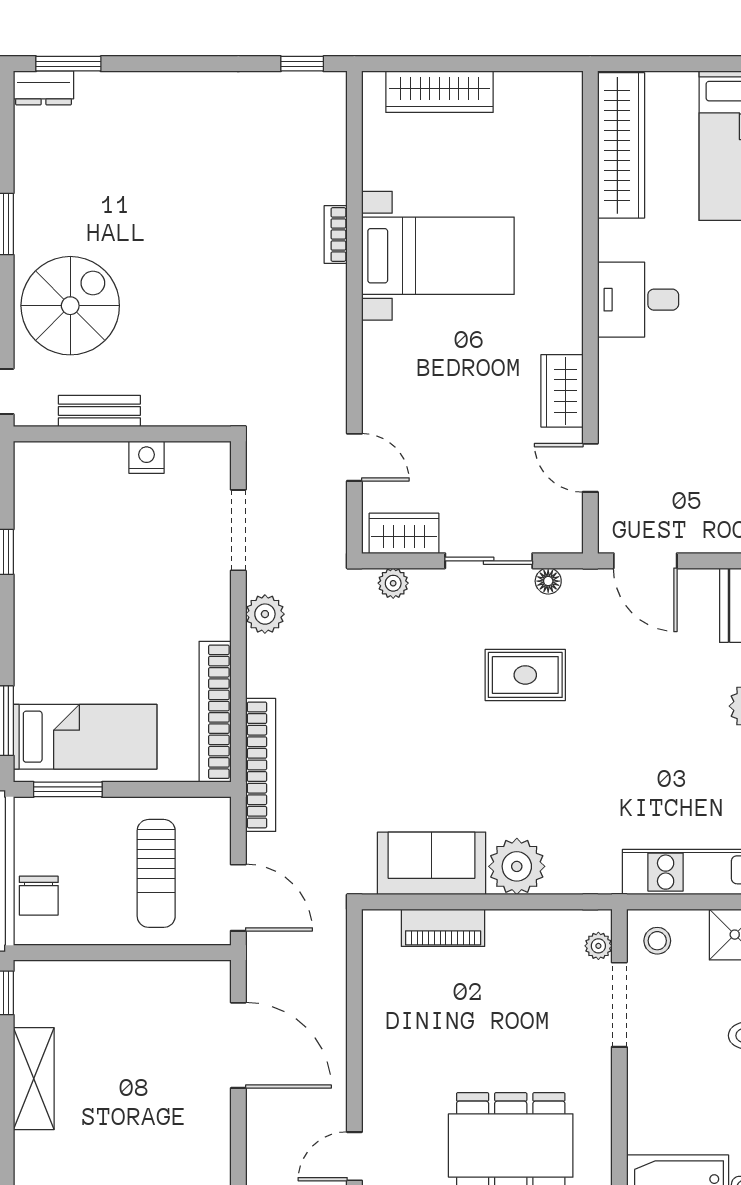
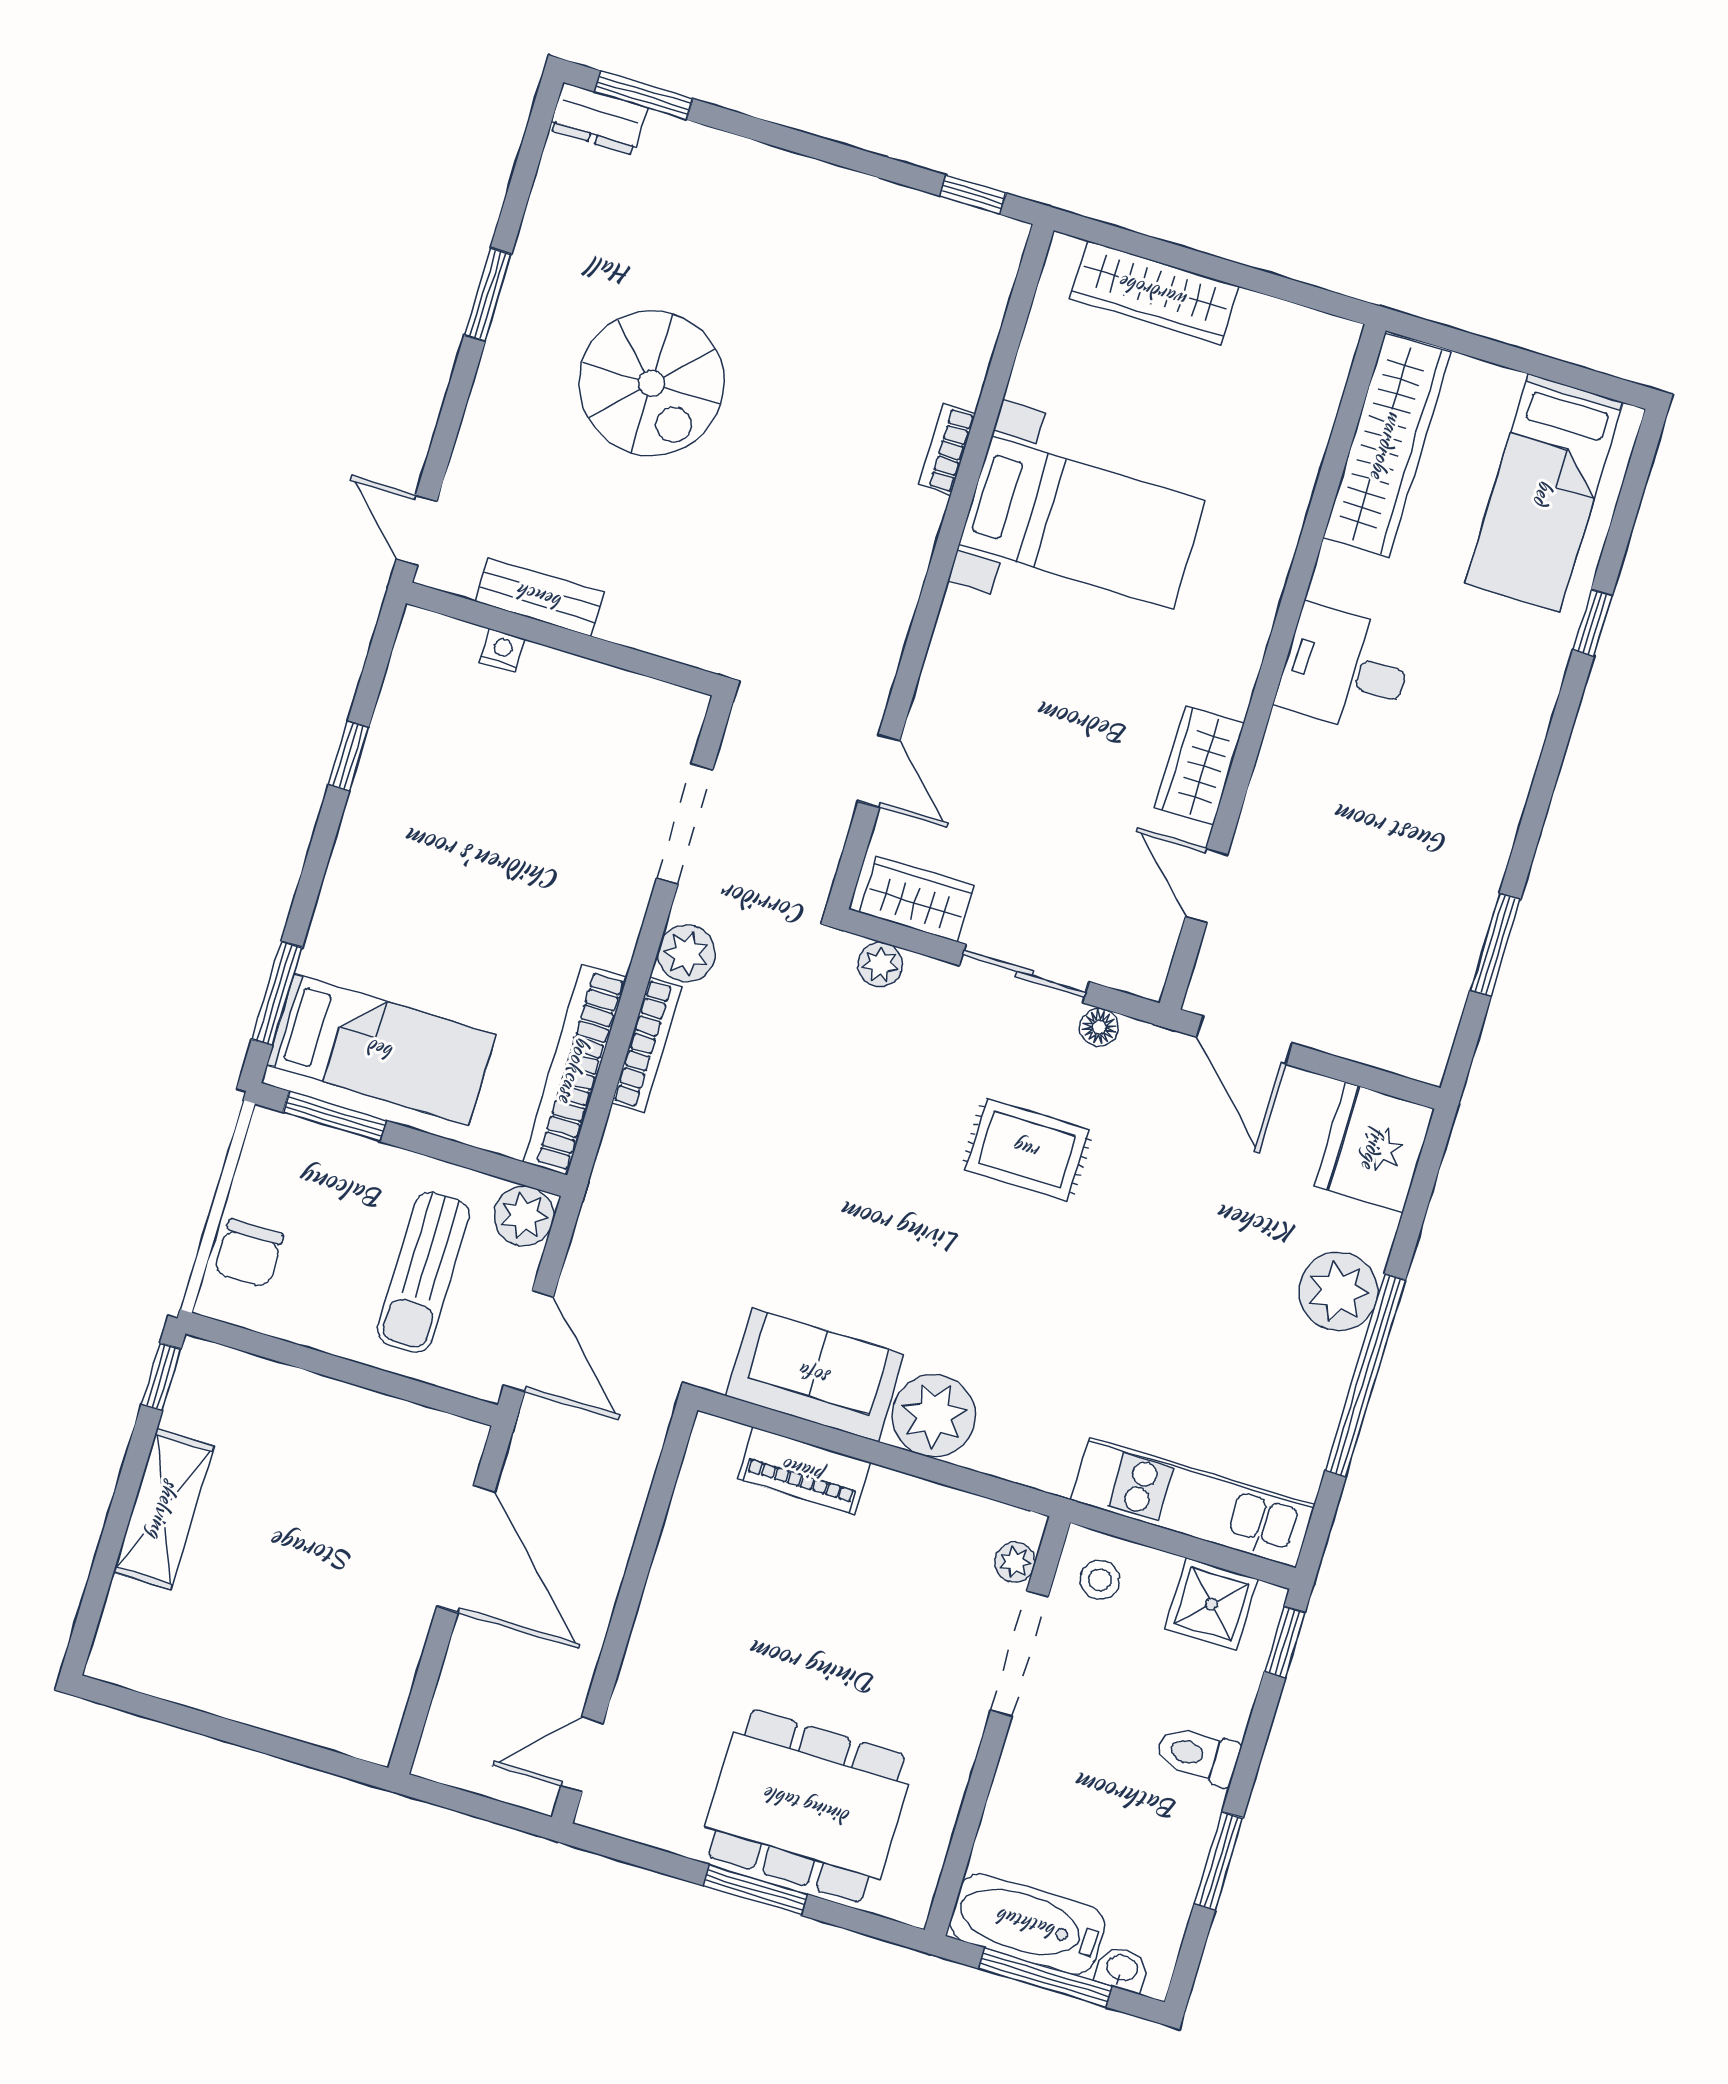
spiral stairs: (70, 306) -> (652, 383), moved, turned 90
nightstand: (147, 457) -> (502, 650), moved, width x0.72, depth x0.74
bookcase: (261, 765) -> (647, 1045), moved, width x0.68, depth x0.76
plant: (211, 817) -> (524, 1216), added

